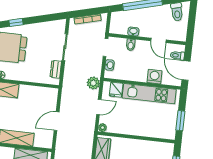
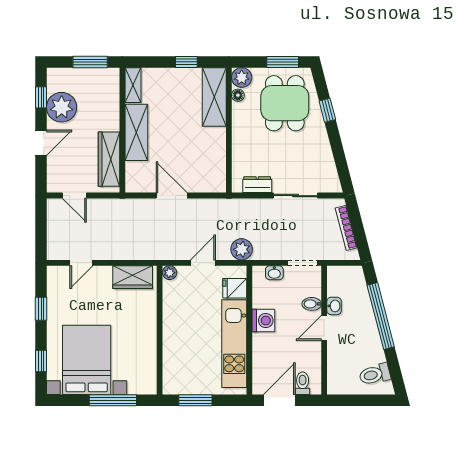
door: (158, 40) -> (324, 328), moved
washing machine: (154, 77) -> (263, 320), moved
door: (99, 107) -> (203, 263), swing flipped

